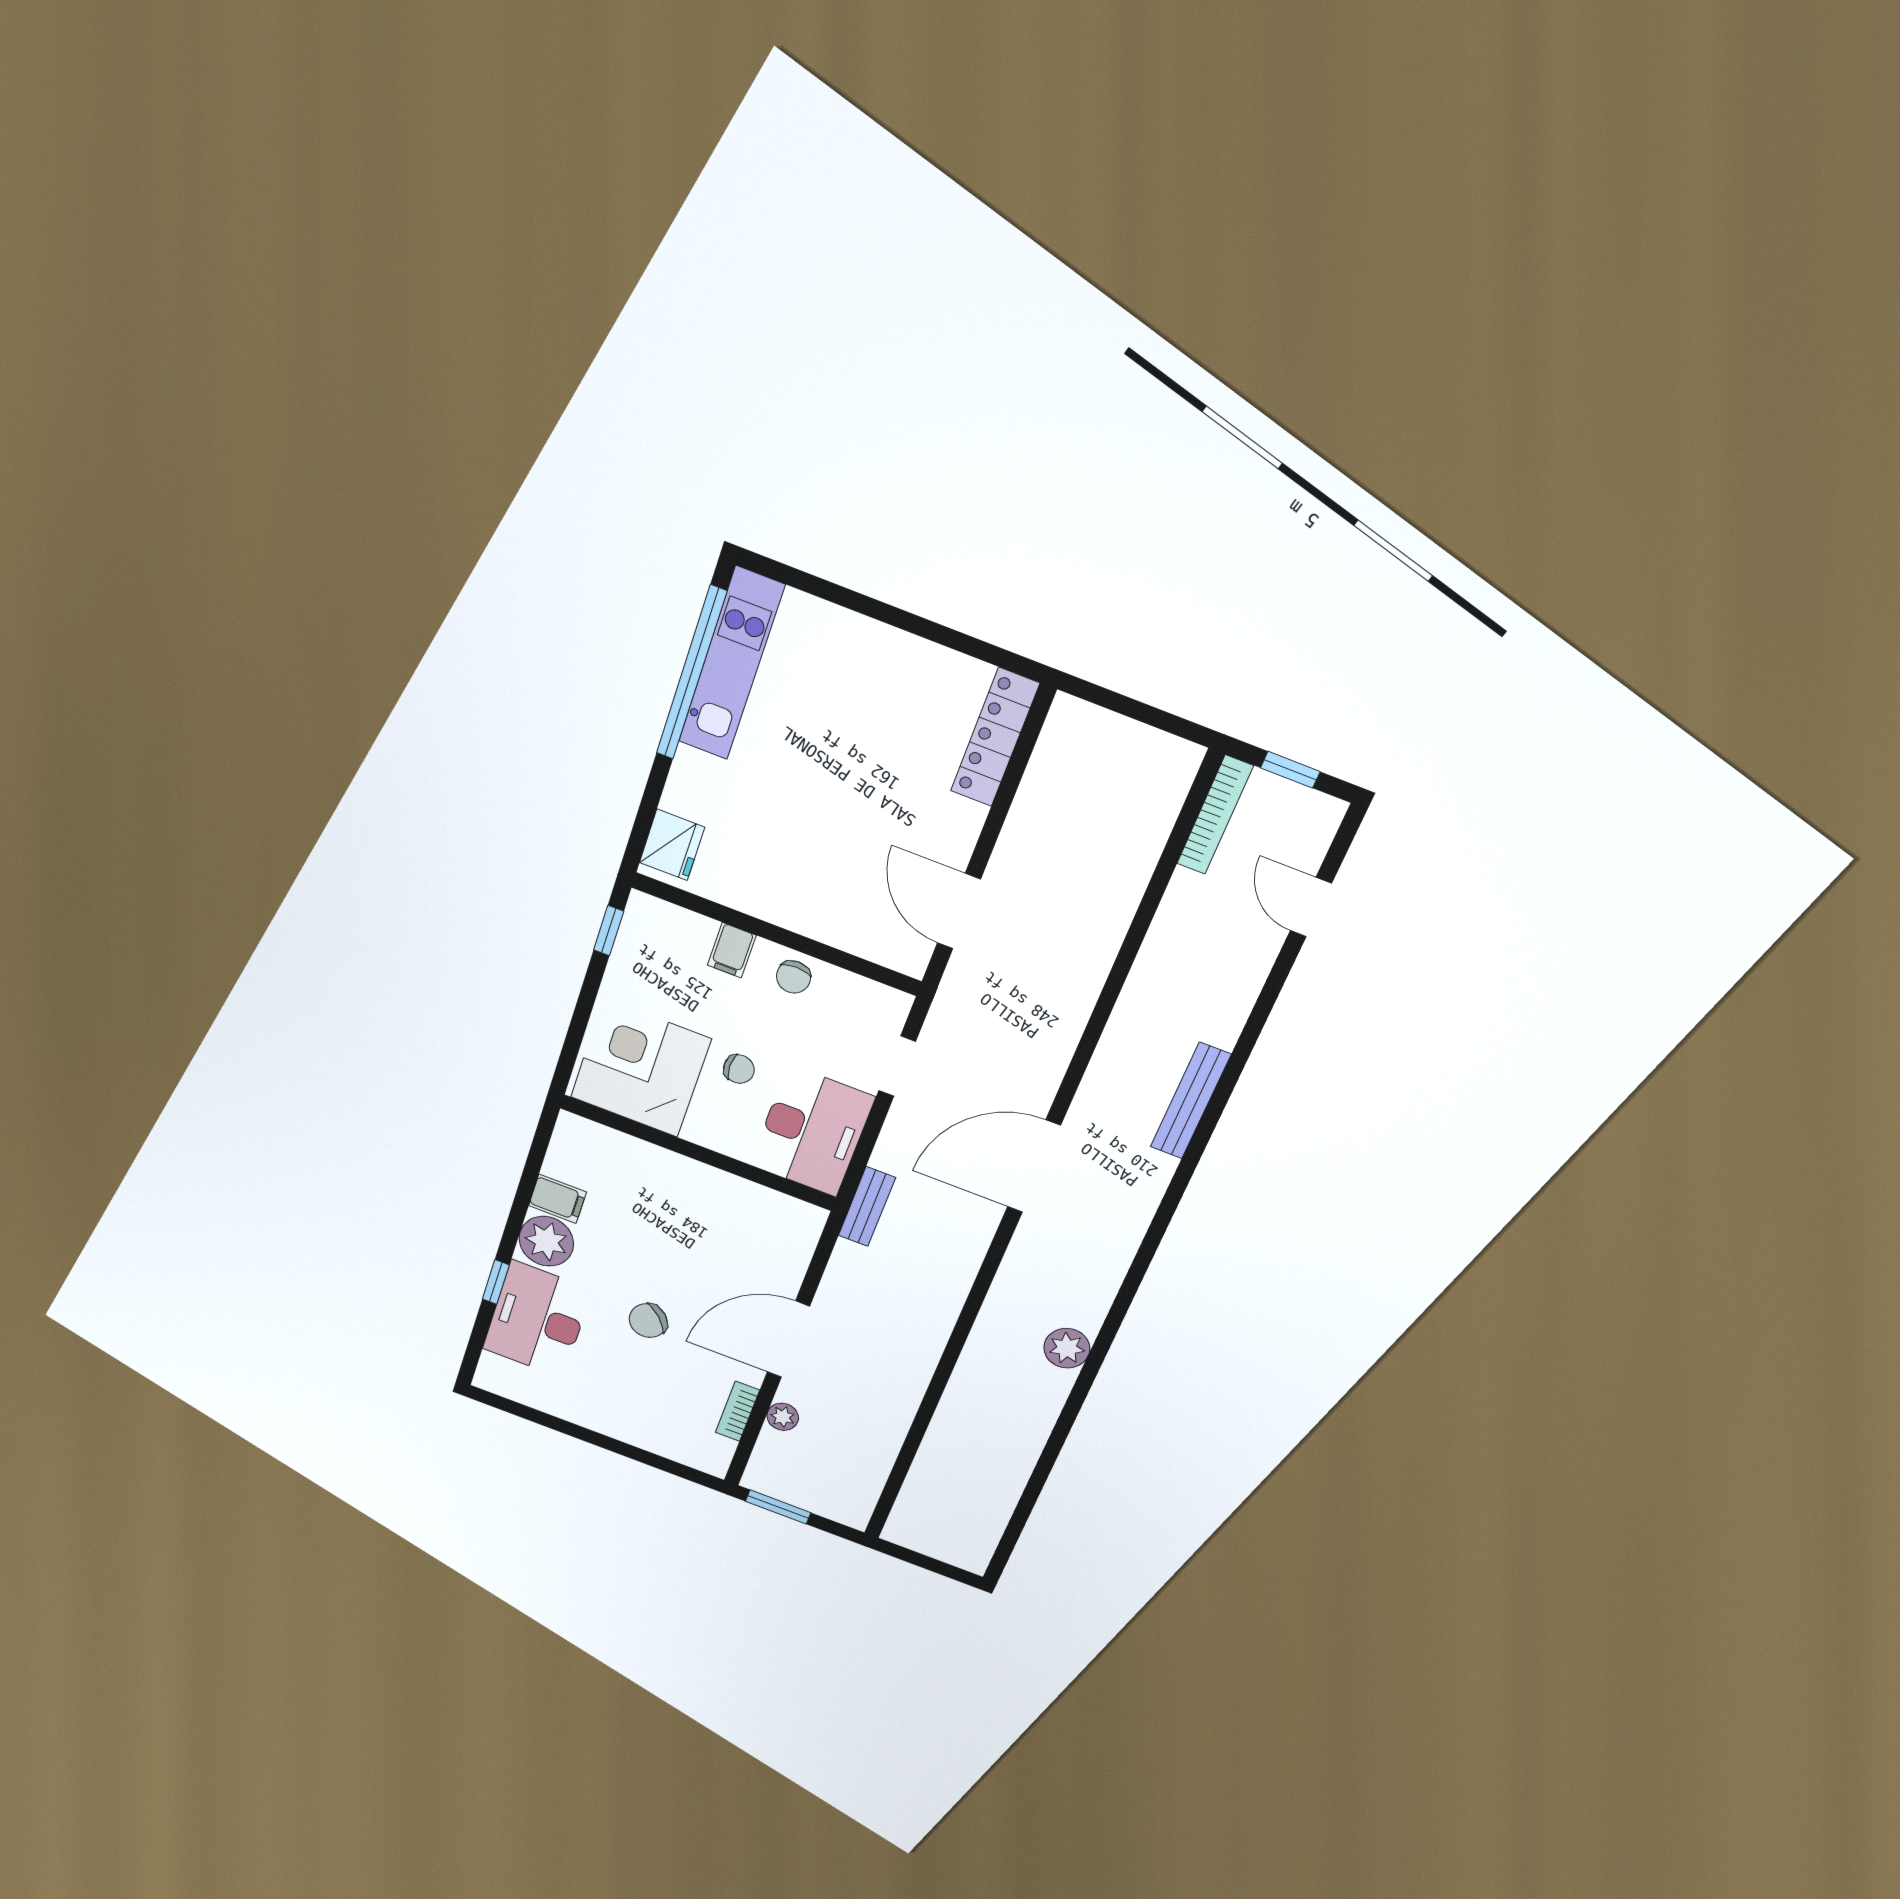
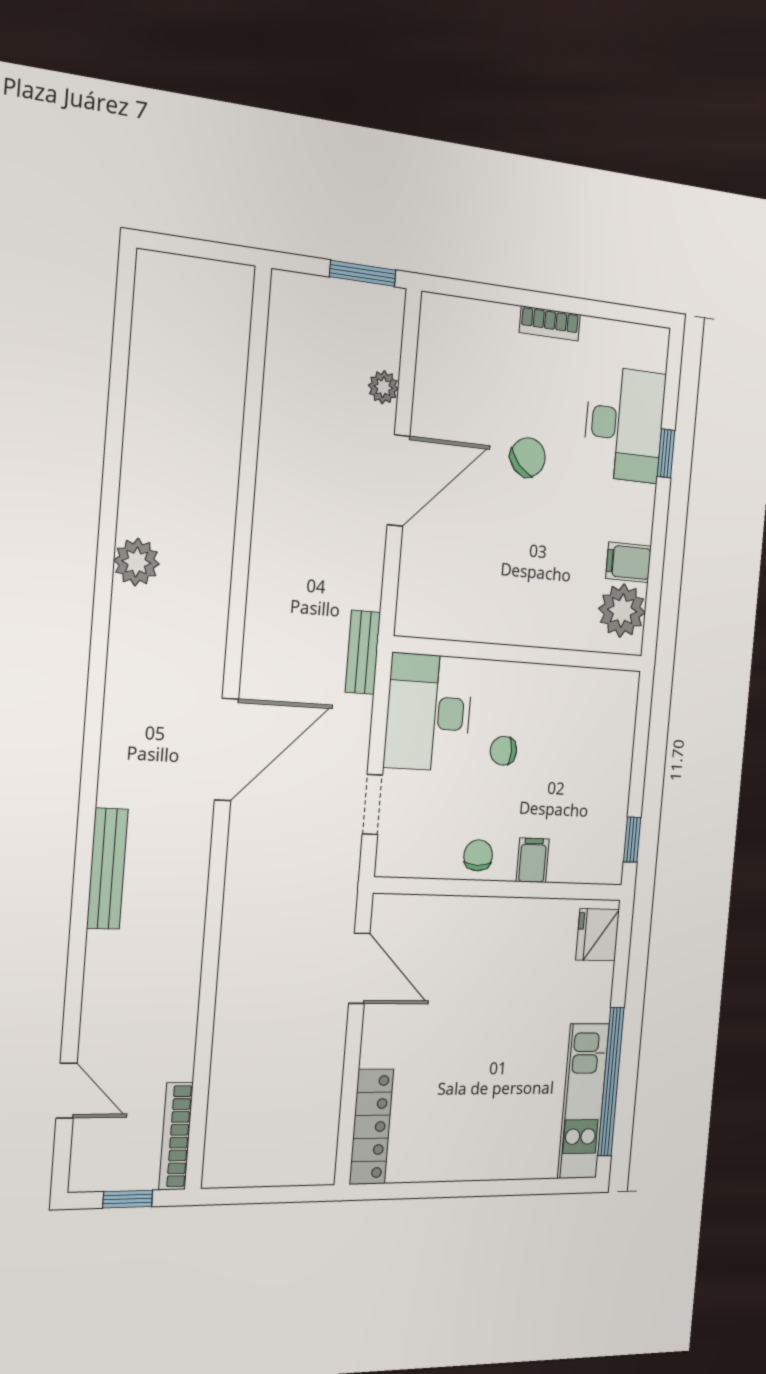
corner desk: (641, 1068) -> (584, 721), removed
plant: (546, 1241) -> (622, 611), moved
bookcase: (738, 1411) -> (550, 323), moved, turned 90

